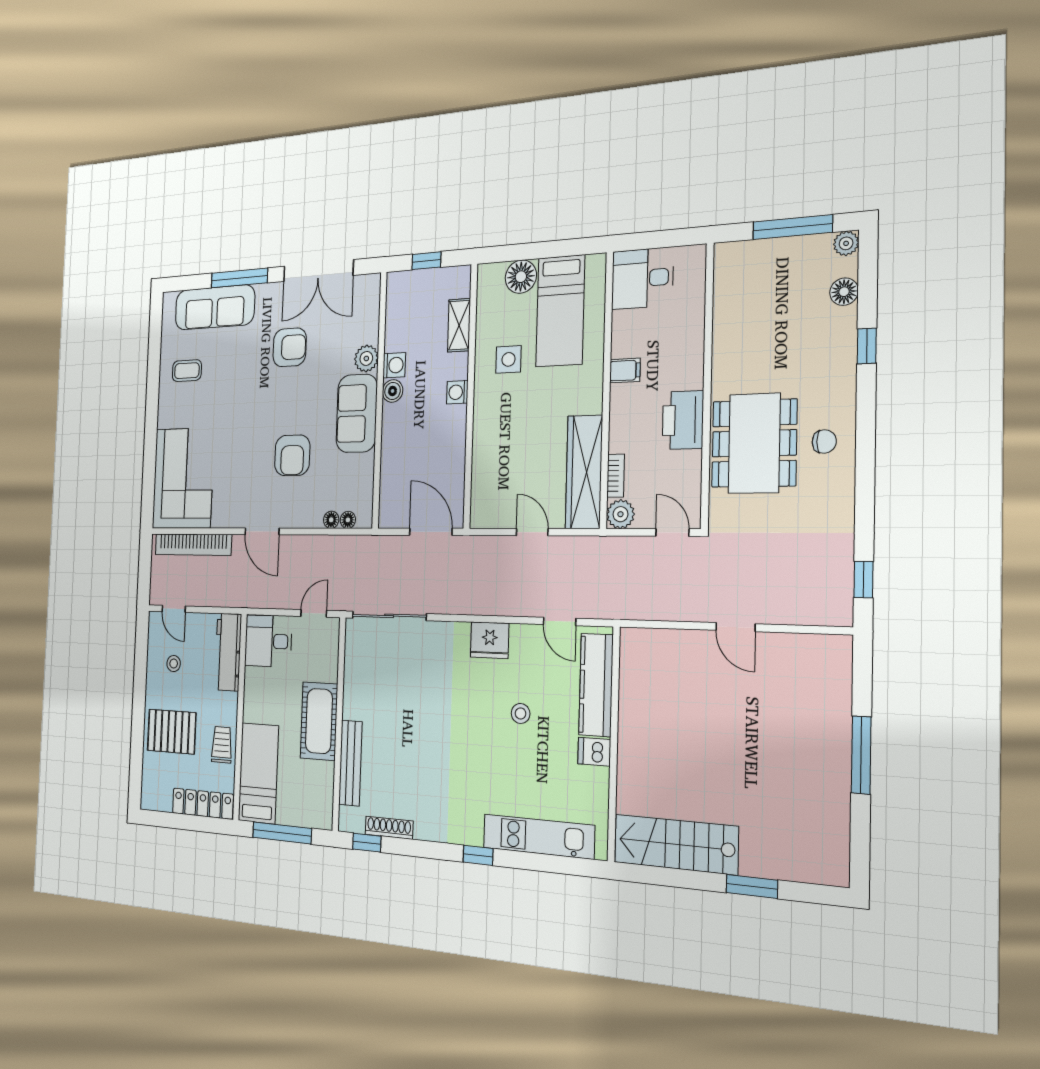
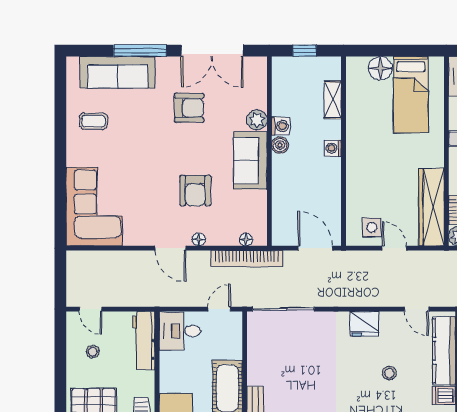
side table: (508, 359) -> (372, 227), moved
floor lamp: (331, 520) -> (199, 239), moved
bookcase: (193, 545) -> (247, 259), moved

